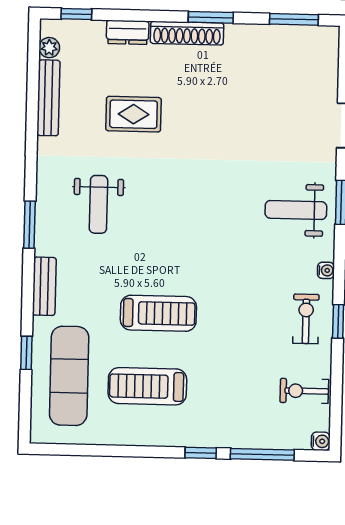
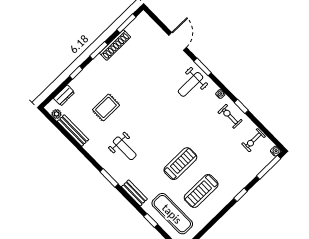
window: (76, 14) -> (76, 73), moved
dresser: (128, 32) -> (64, 95), moved
shoe rack: (187, 33) -> (115, 45), moved
window: (262, 454) -> (269, 167), moved

